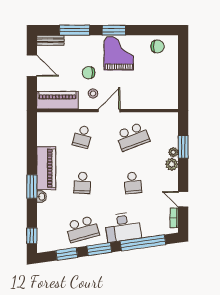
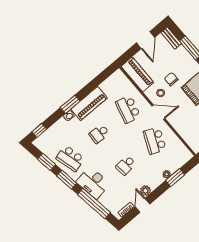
school desk: (82, 137) -> (128, 109), width x1.85
school desk: (133, 137) -> (155, 141), turned 45
plant: (172, 164) -> (145, 191), moved

